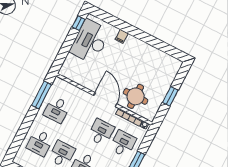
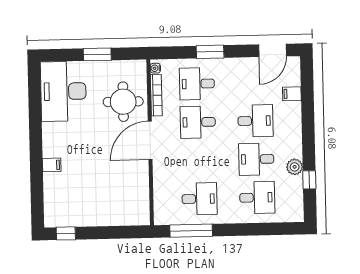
desk: (90, 41) -> (63, 91), moved, turned 90

